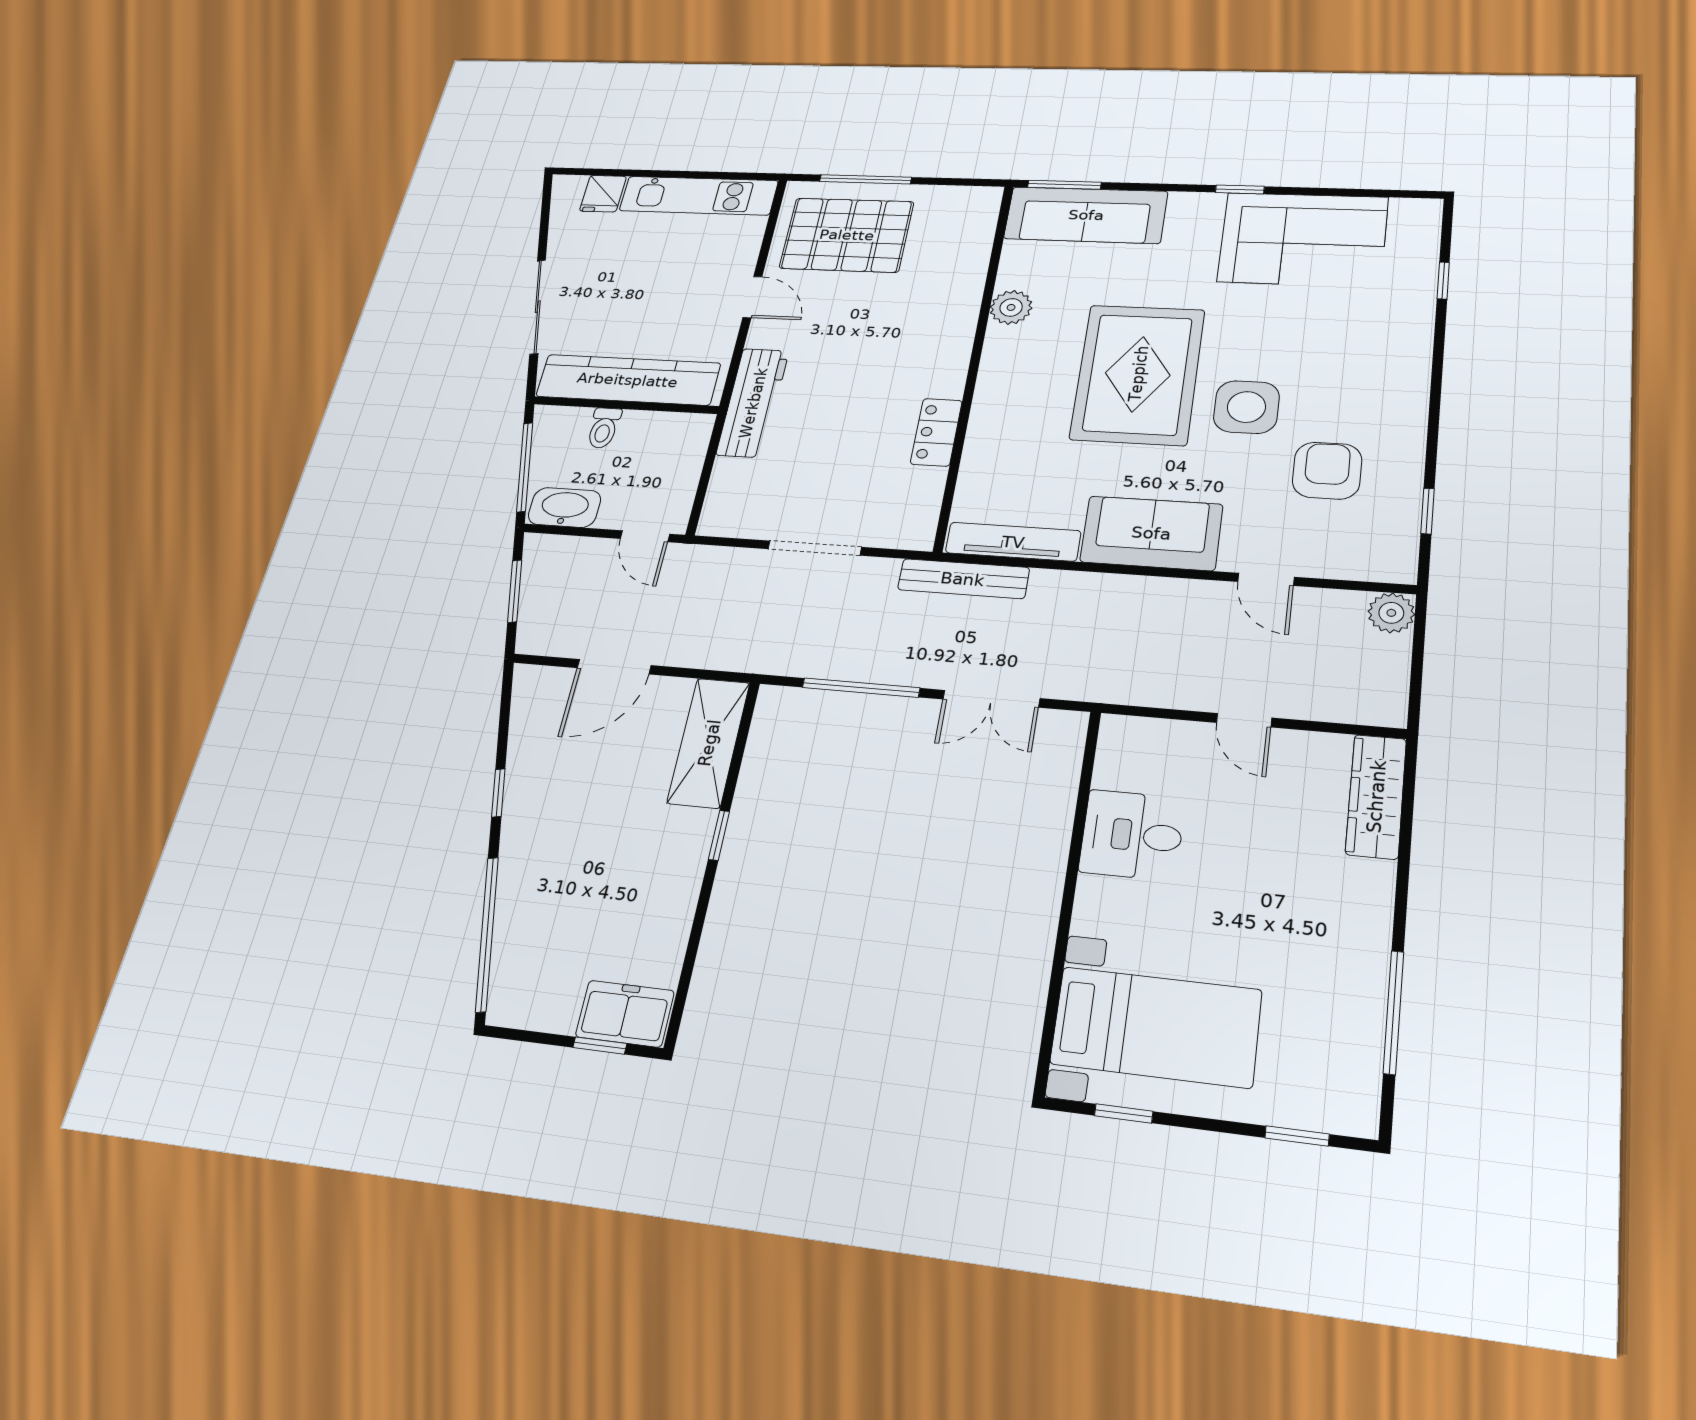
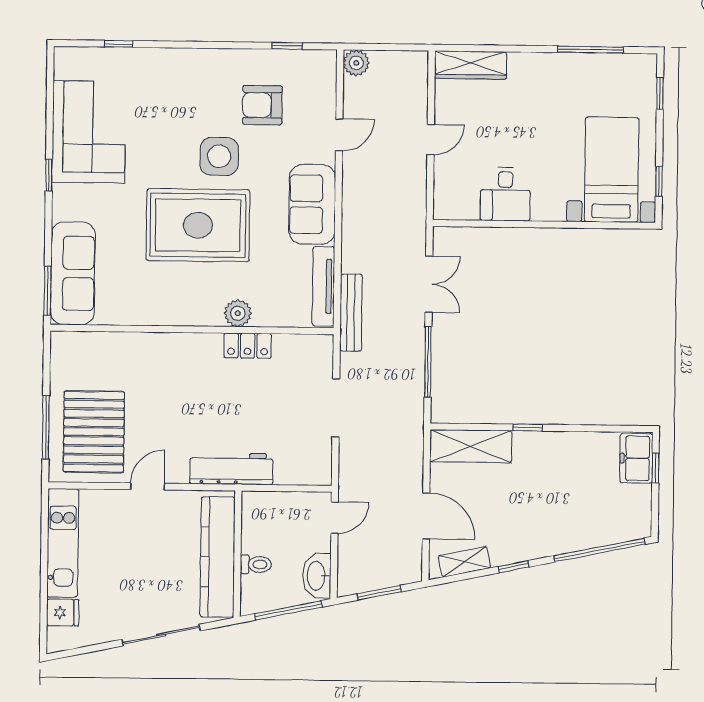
plant: (1011, 307) -> (238, 313), moved
shelving: (527, 718) -> (464, 562), added

